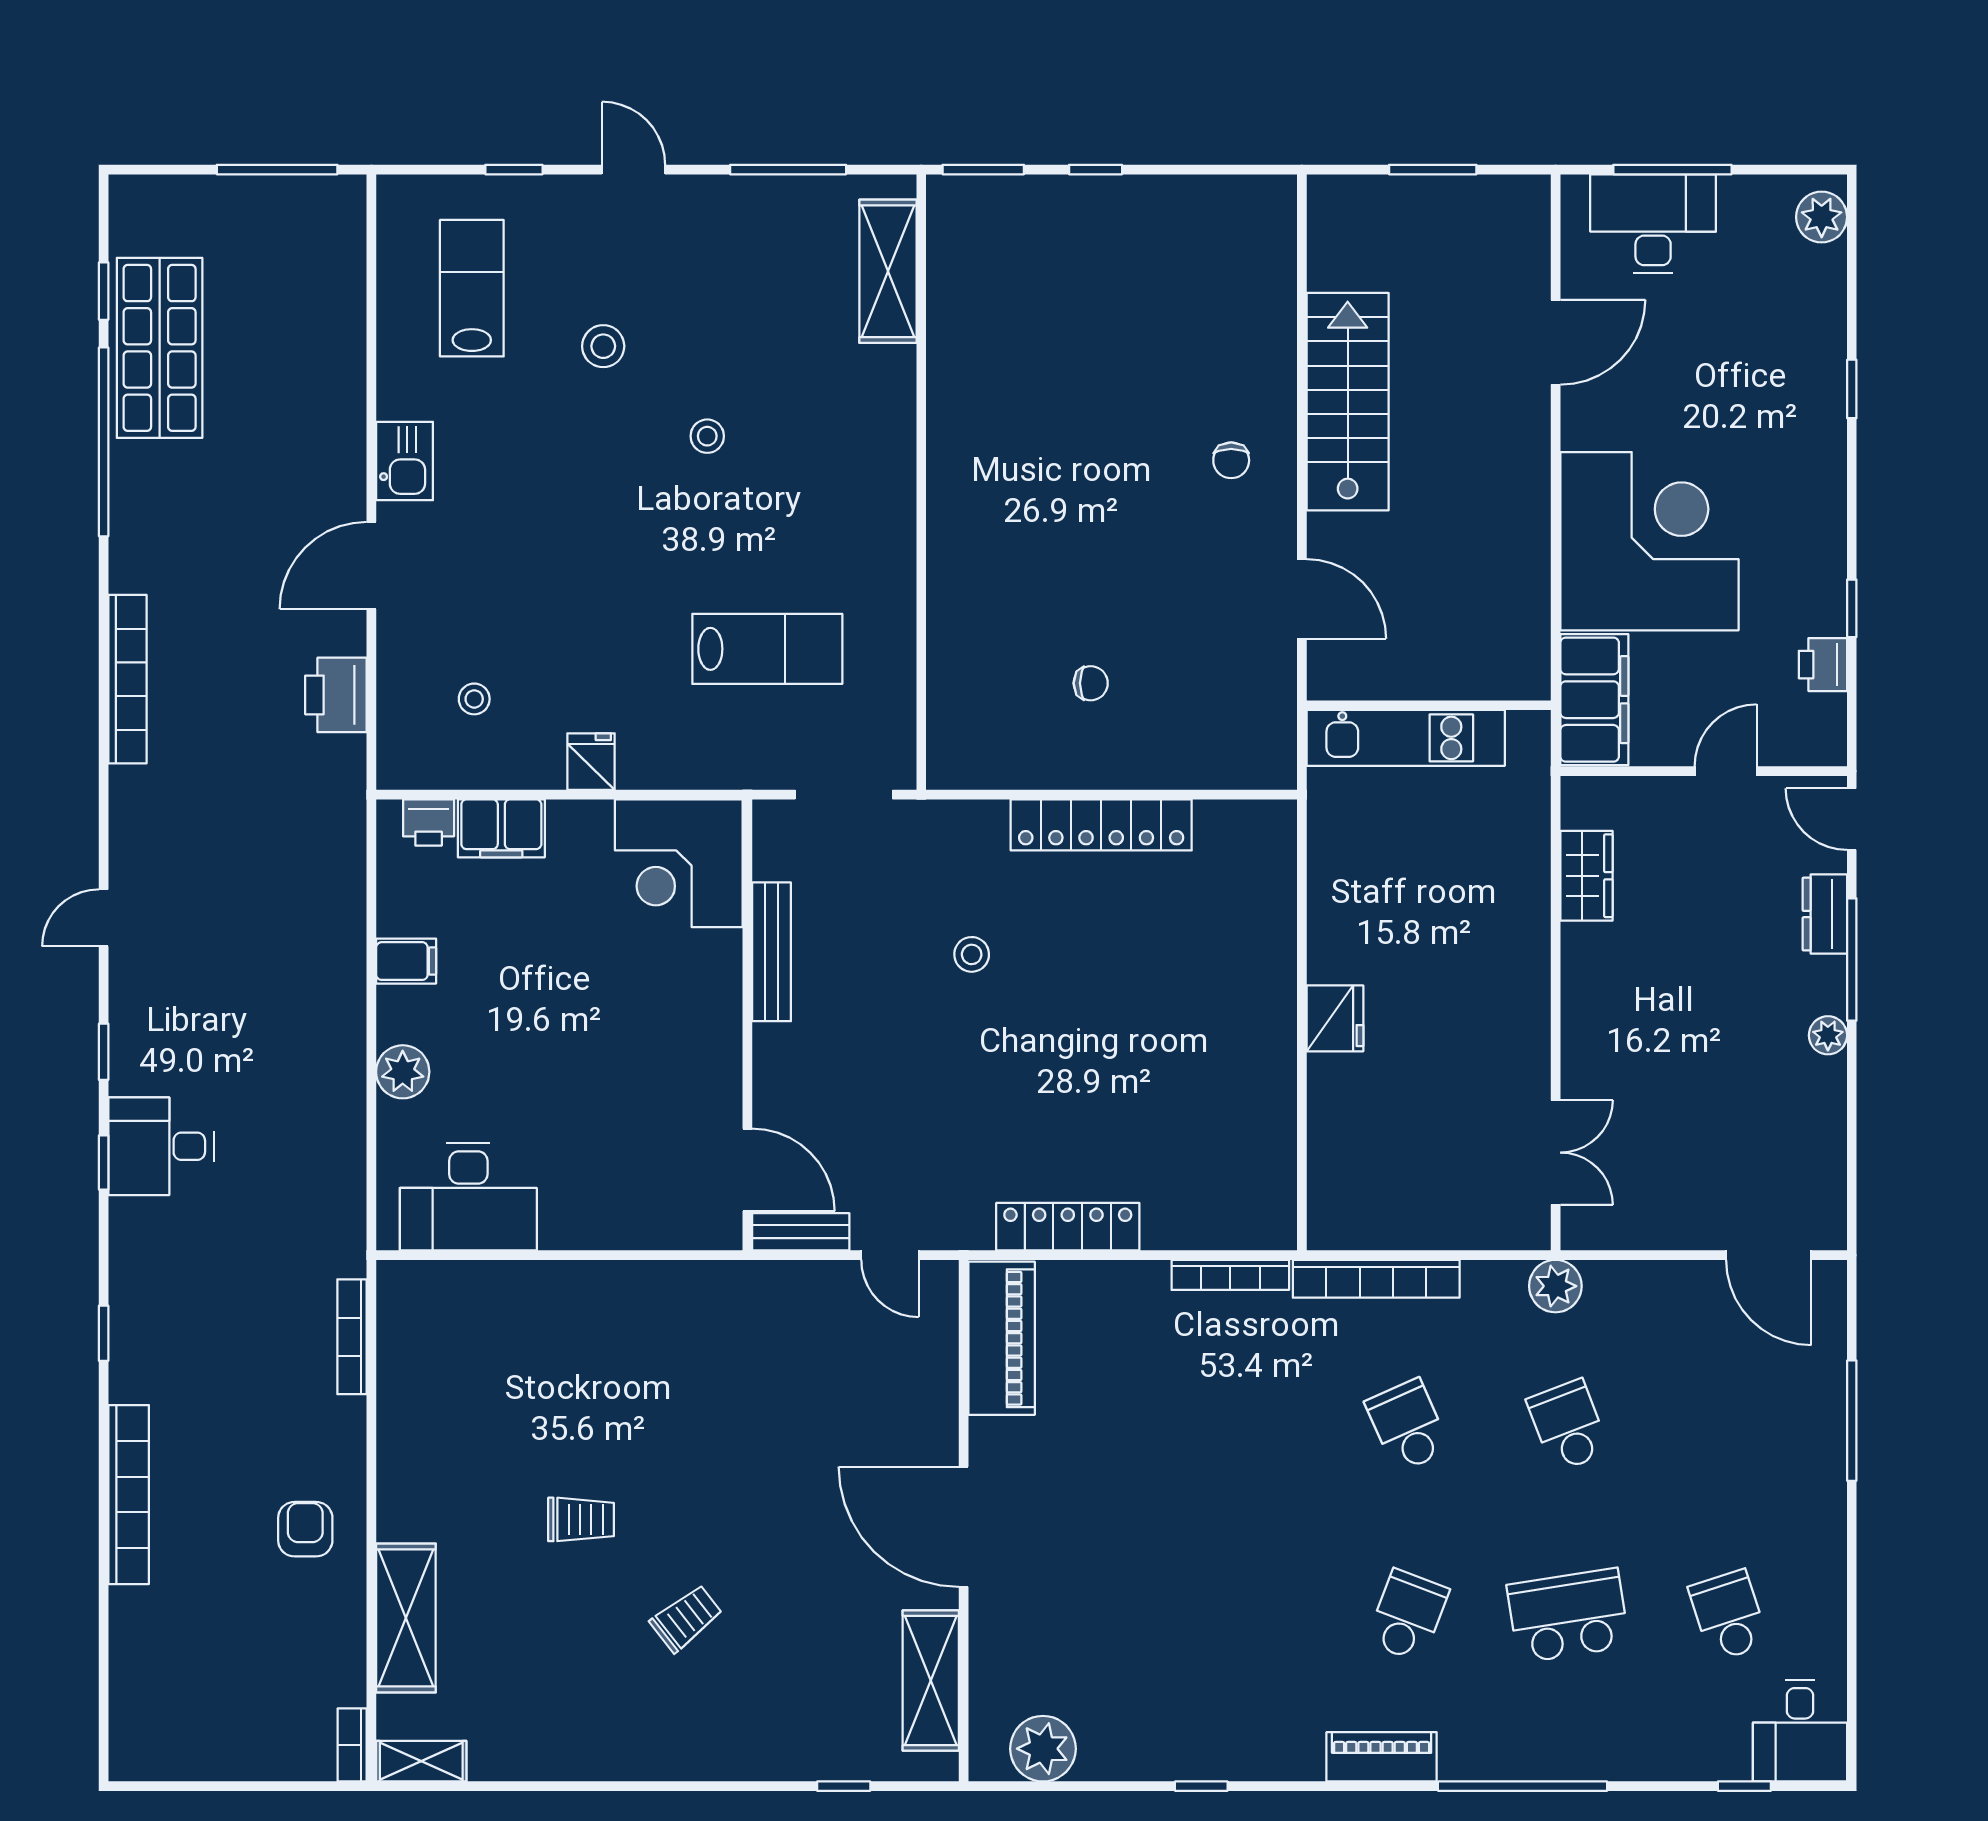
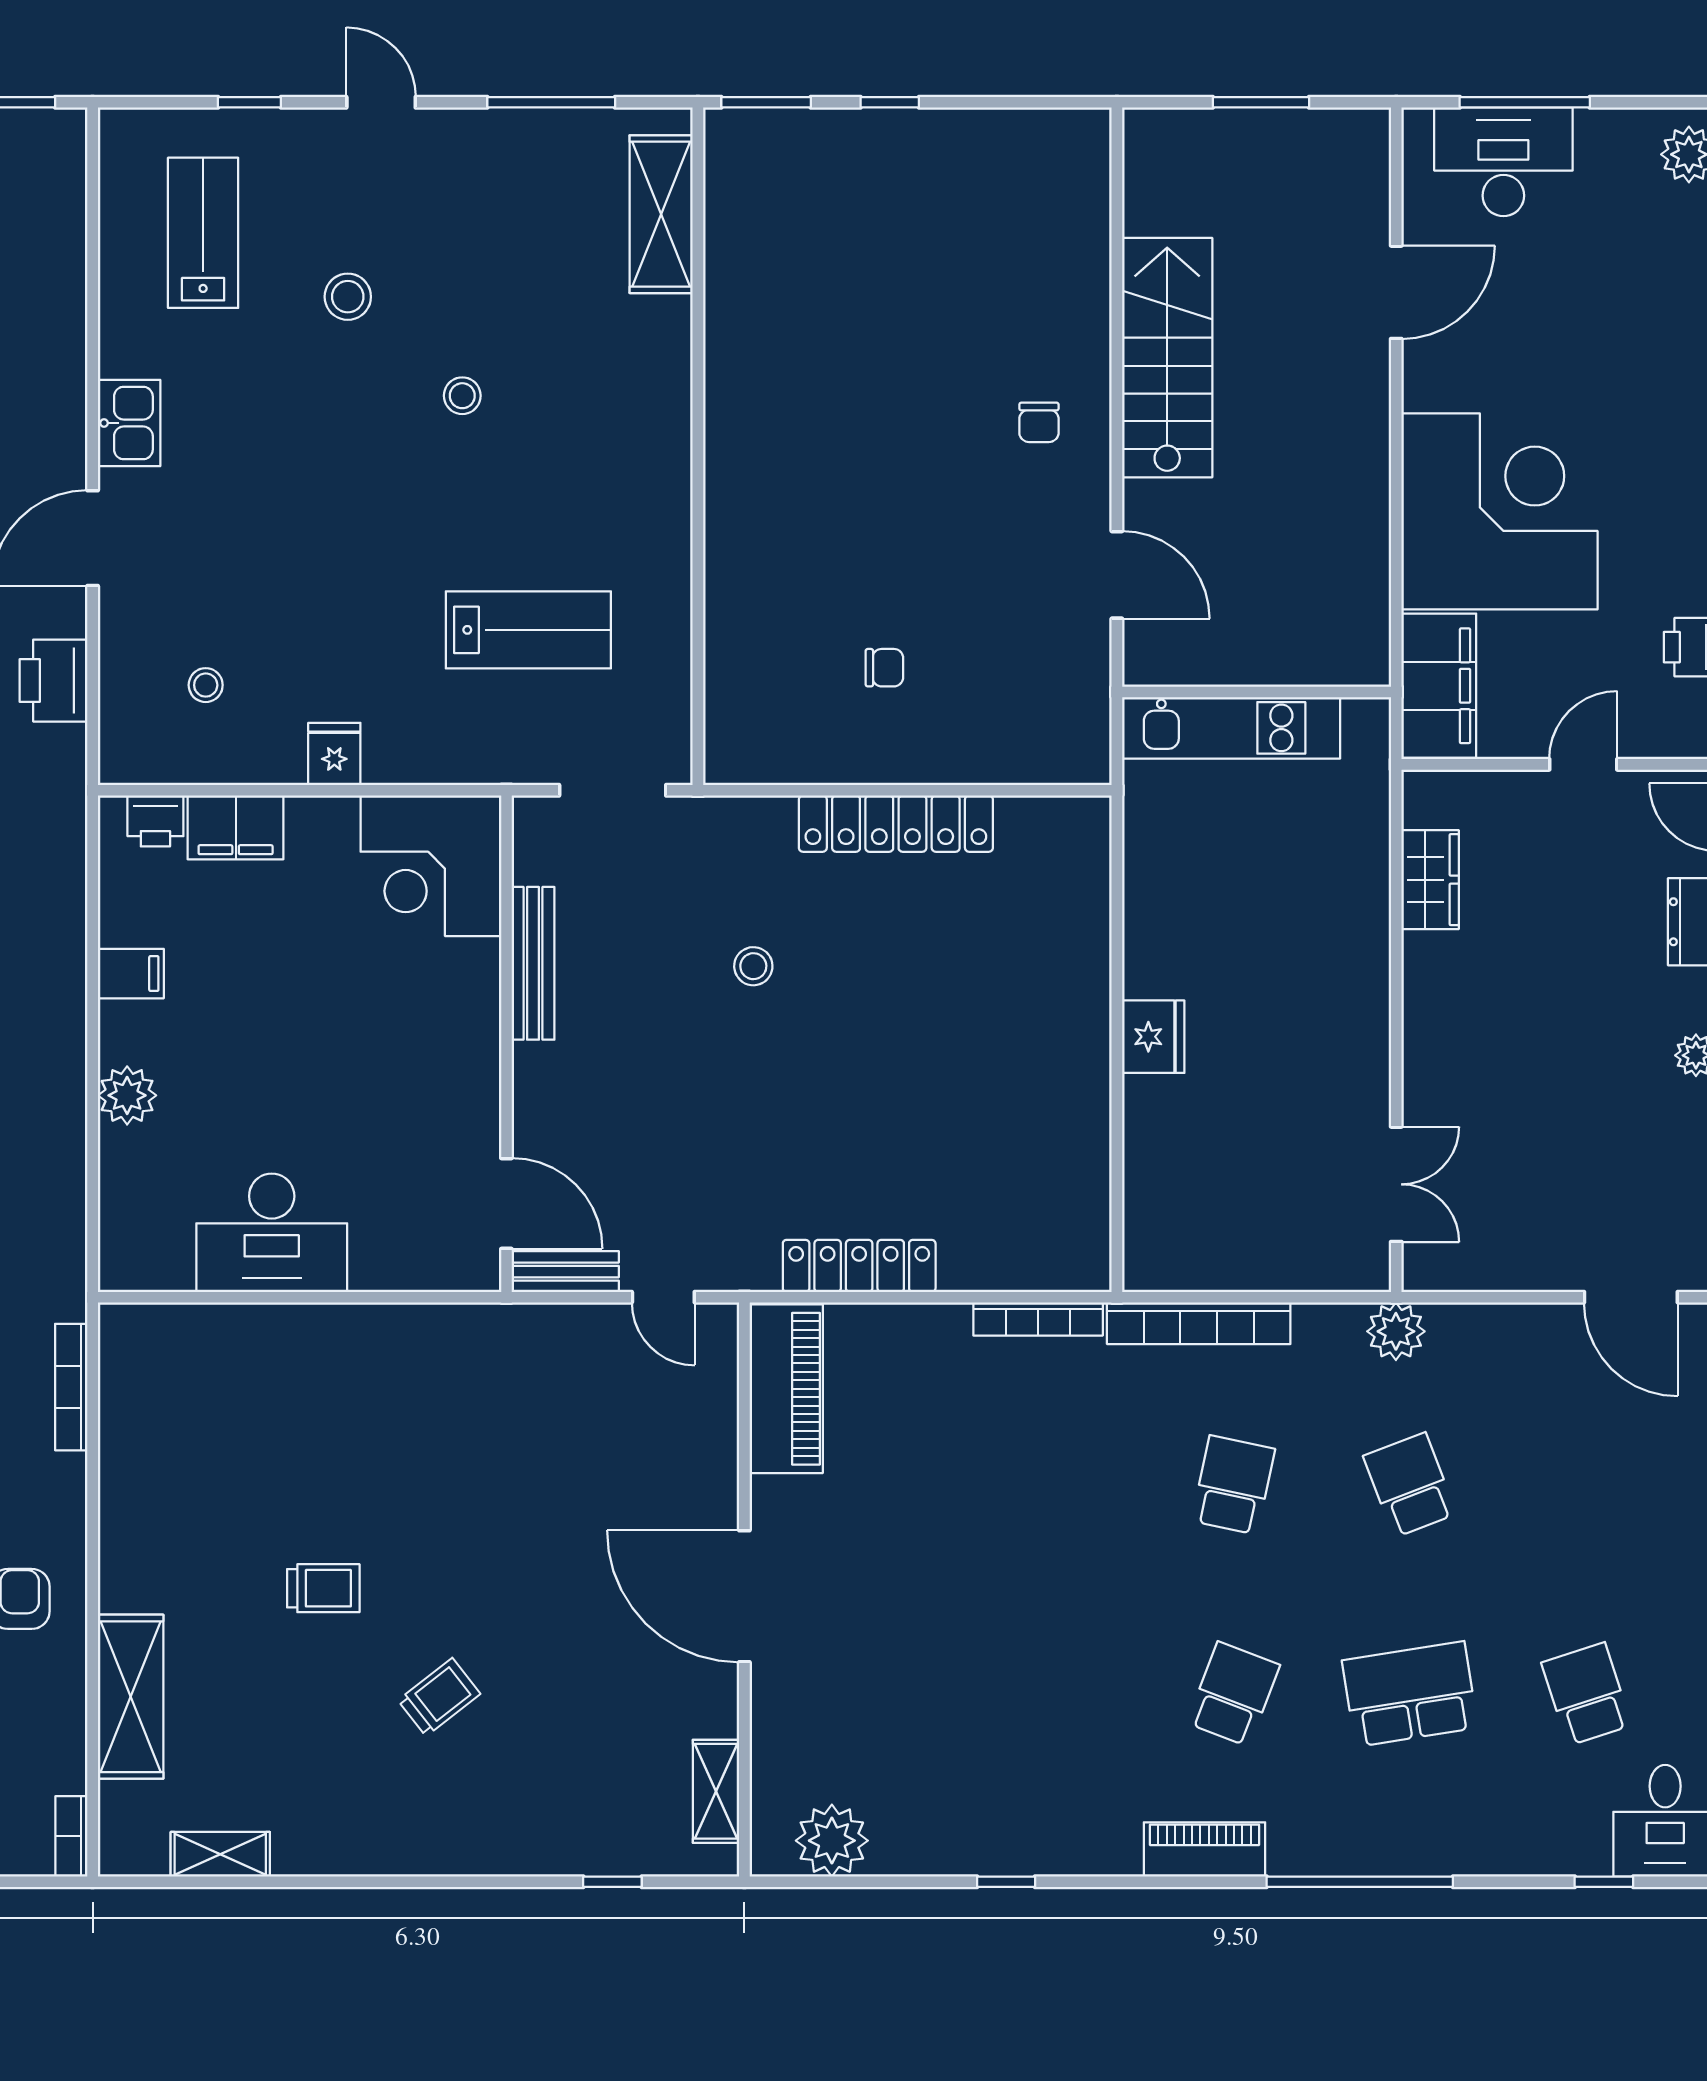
desk: (468, 1197) -> (272, 1233), moved
school desk: (1408, 1426) -> (1233, 1485), turned 36
shelving: (931, 1681) -> (716, 1791), width x0.67, depth x0.75
shelving: (421, 1761) -> (220, 1854), moved

